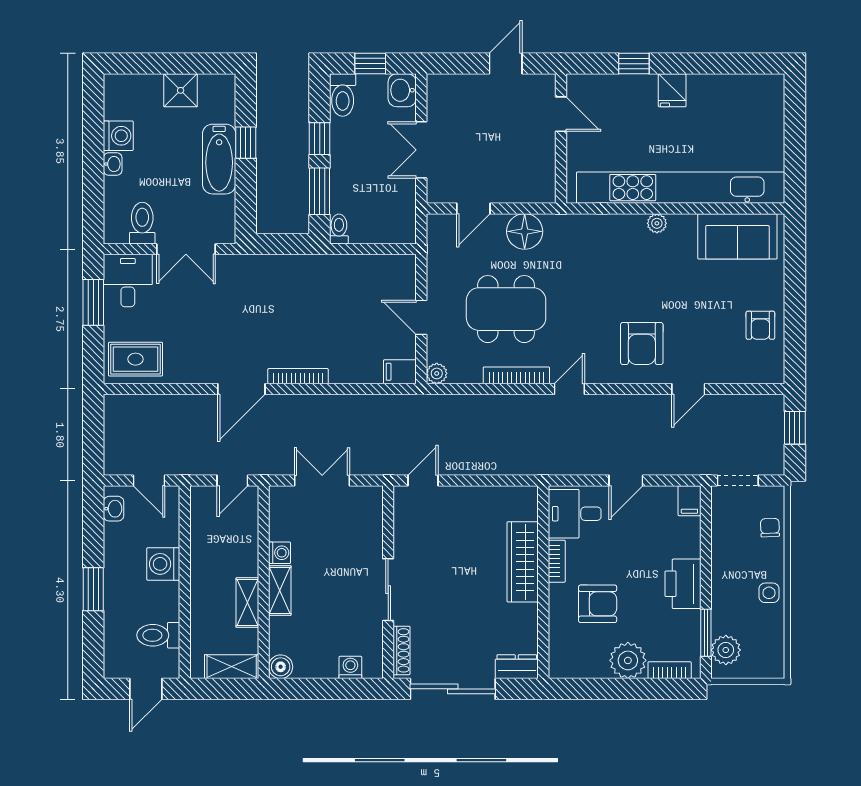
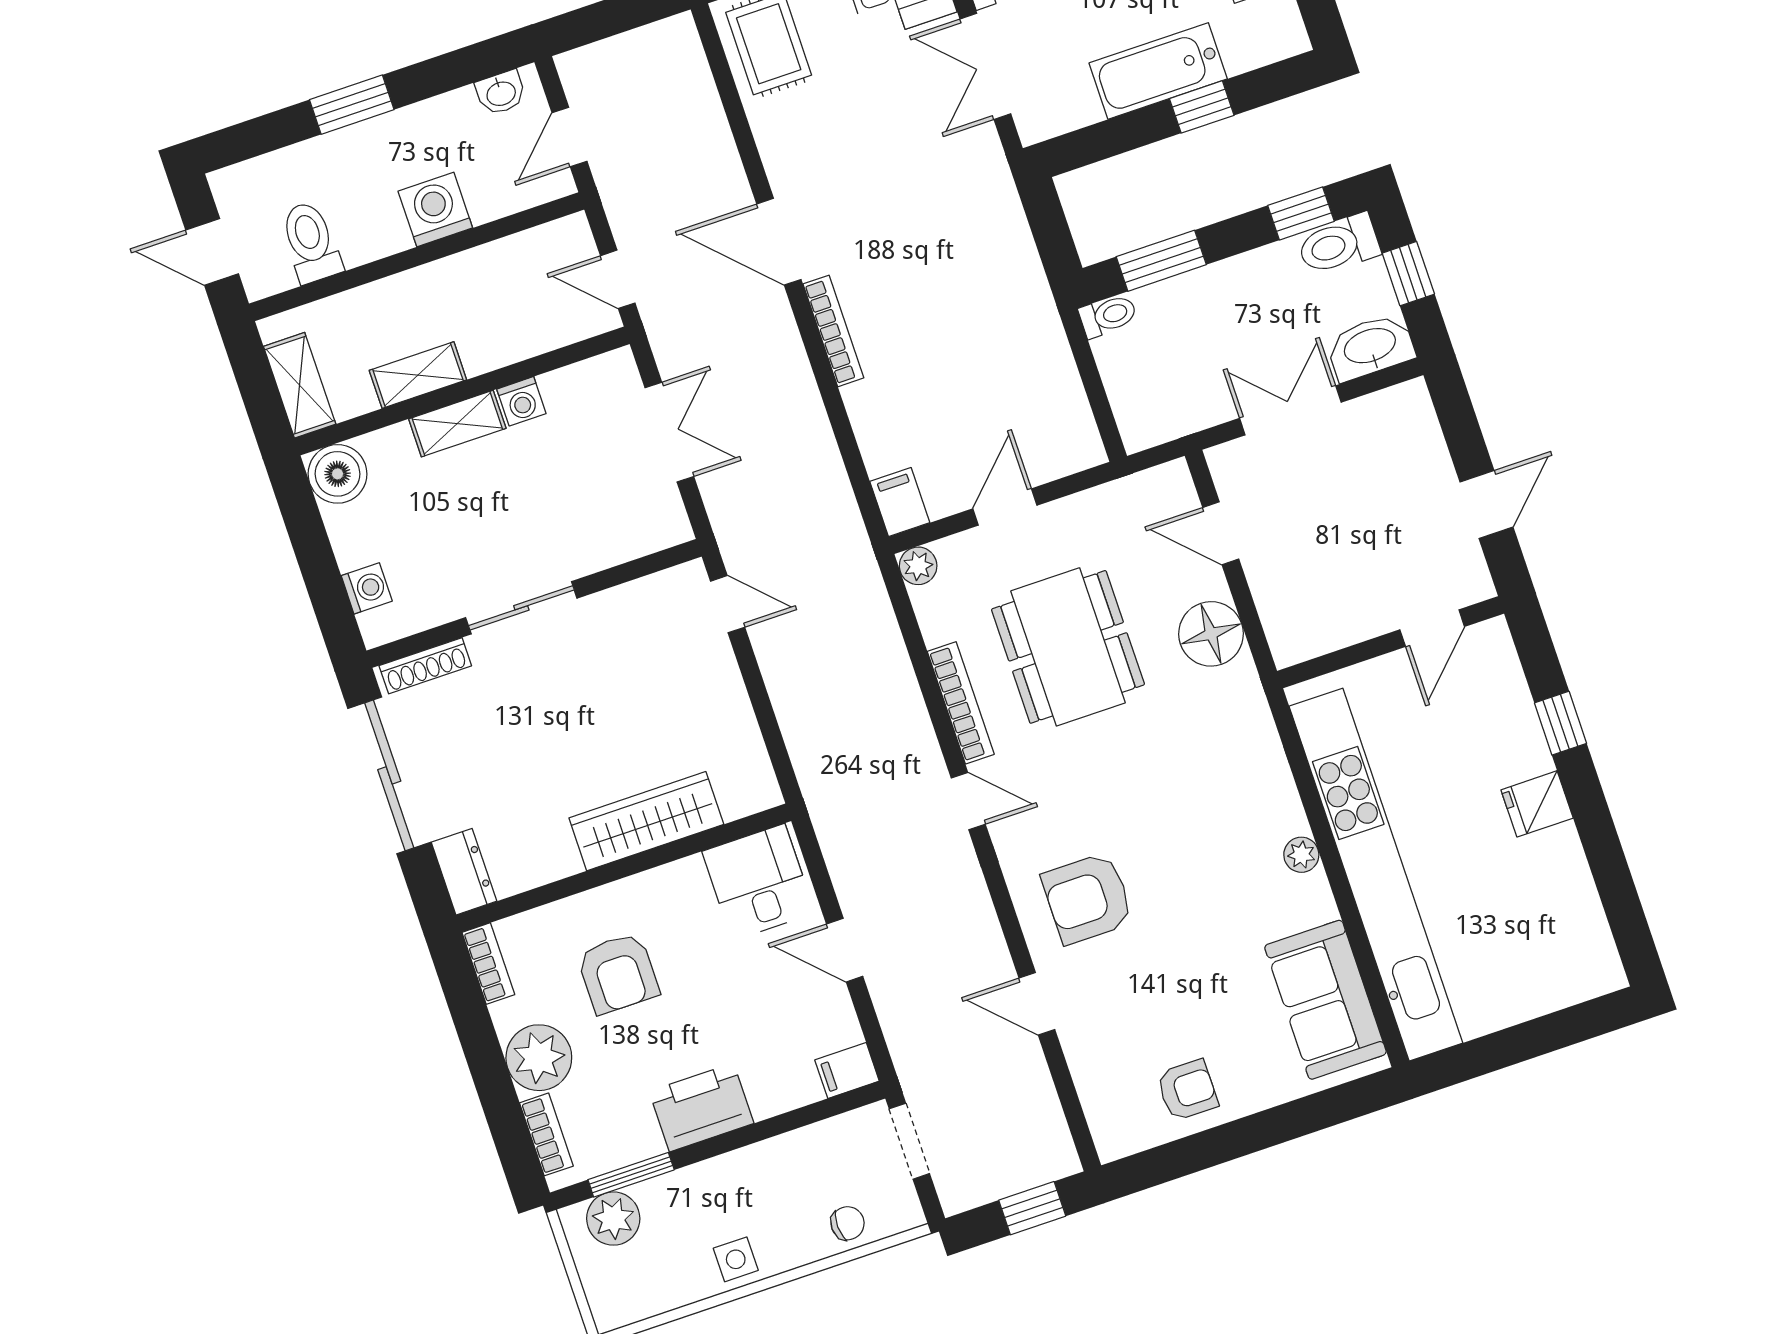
door: (506, 64) -> (1486, 504), hinge flipped
washbasin: (402, 90) -> (1370, 347), width x1.38
window: (320, 139) -> (1301, 213), moved
armchair: (760, 325) -> (1187, 1090), turned 180
bookcase: (557, 561) -> (488, 963), moved, turned -90
boiler: (281, 667) -> (338, 474), width x1.36, depth x1.36

